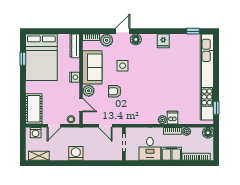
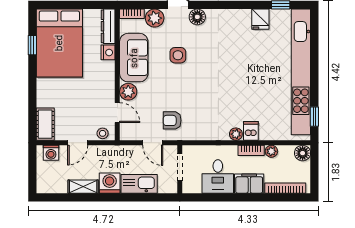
fridge: (163, 41) -> (260, 19), moved
nightstand: (75, 77) -> (108, 52), moved
armchair: (115, 91) -> (172, 120), moved
cot: (34, 109) -> (45, 124), width x0.73, depth x0.75
kitchen sink: (96, 154) -> (139, 184), added
shelving: (39, 156) -> (83, 187), moved

